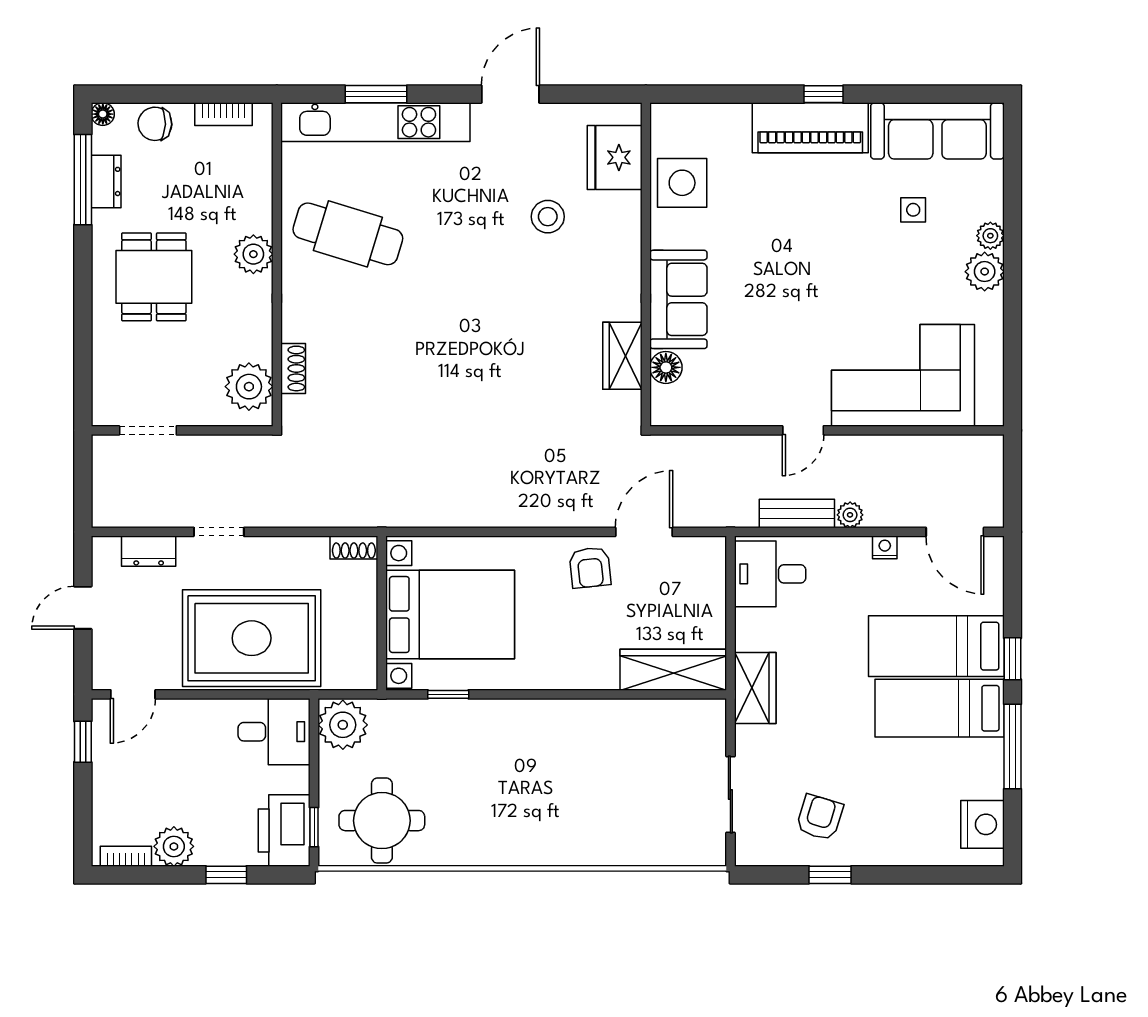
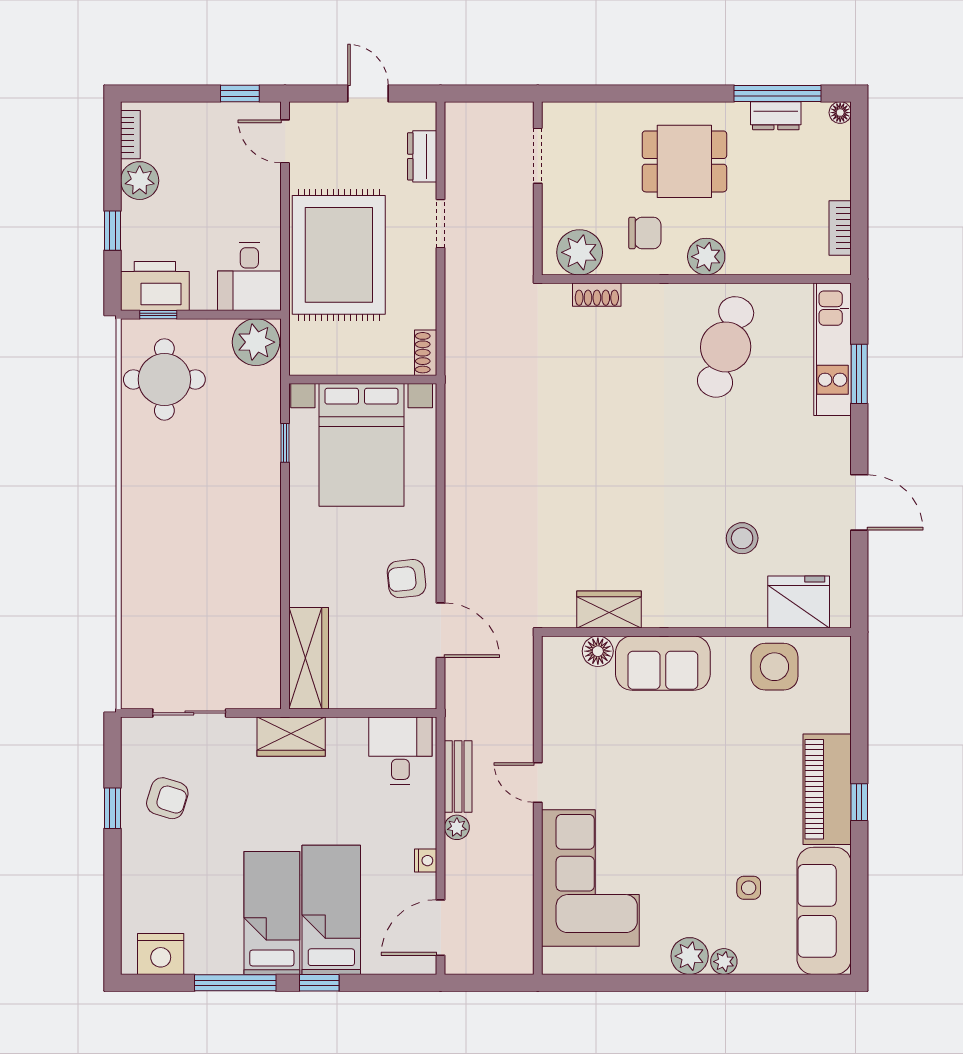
kitchen unit: (375, 122) -> (832, 349), width x0.73
chair: (155, 124) -> (645, 233), moved, turned 88

